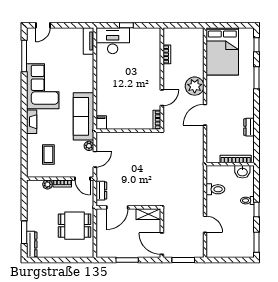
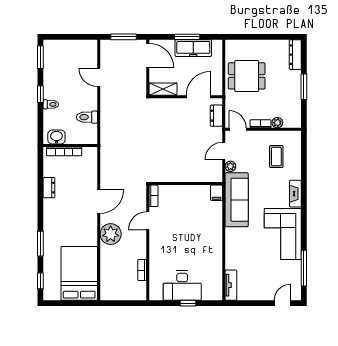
desk: (113, 41) -> (182, 286), moved
window: (24, 232) -> (304, 87), moved
freezer: (122, 250) -> (193, 48), added

